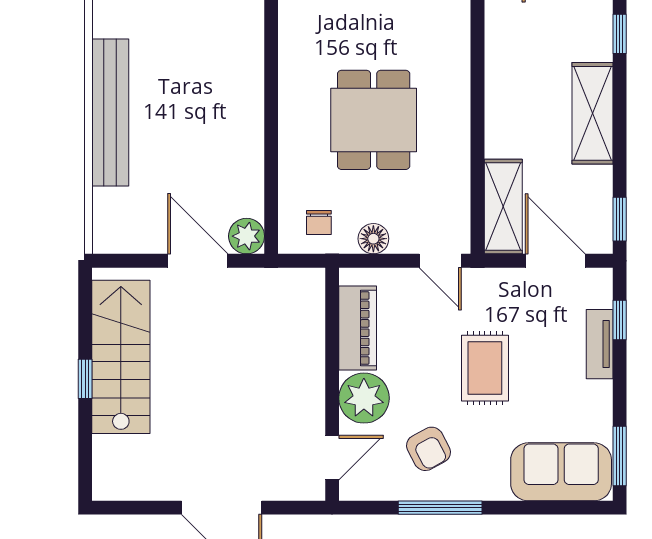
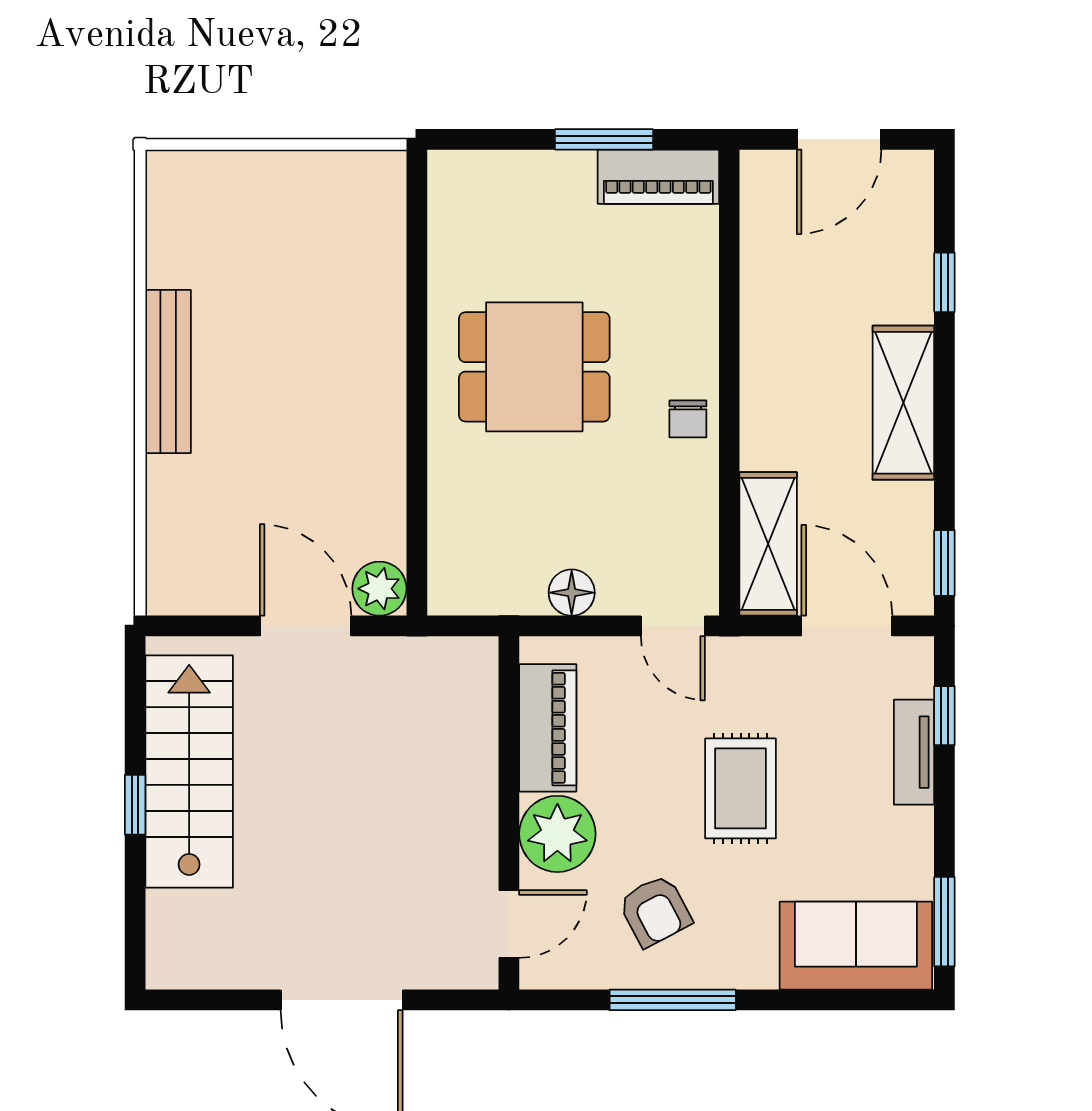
bench: (110, 113) -> (168, 372), width x0.73, depth x0.82
dining table: (374, 120) -> (534, 367), moved, turned 90
chair: (319, 222) -> (688, 419), moved

